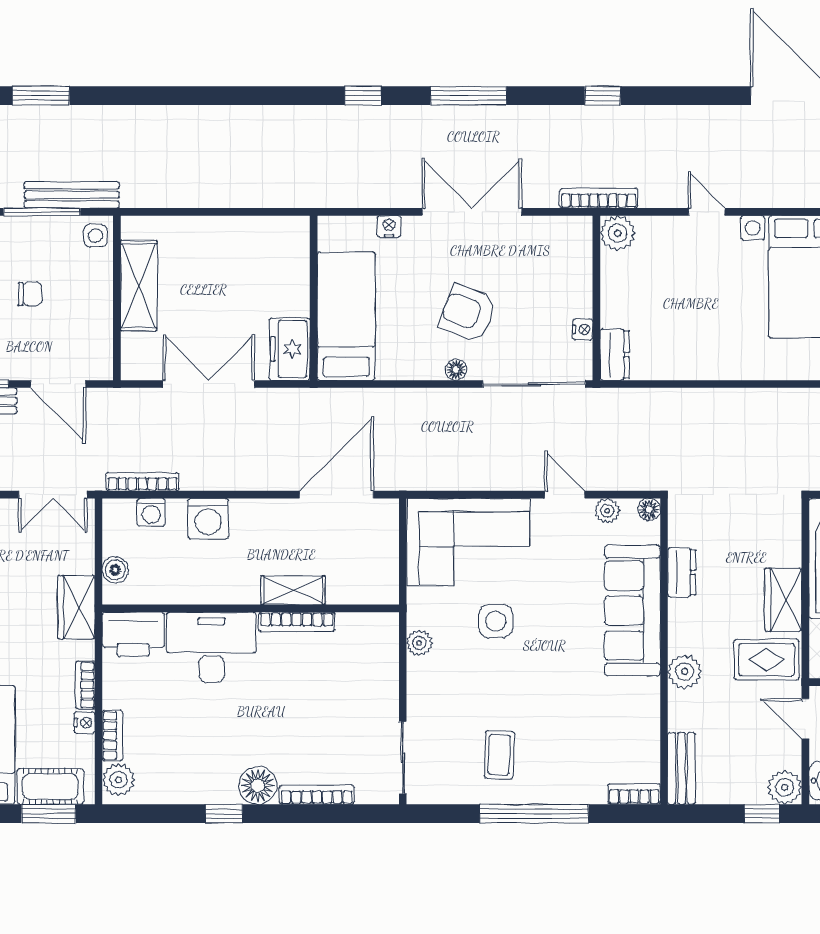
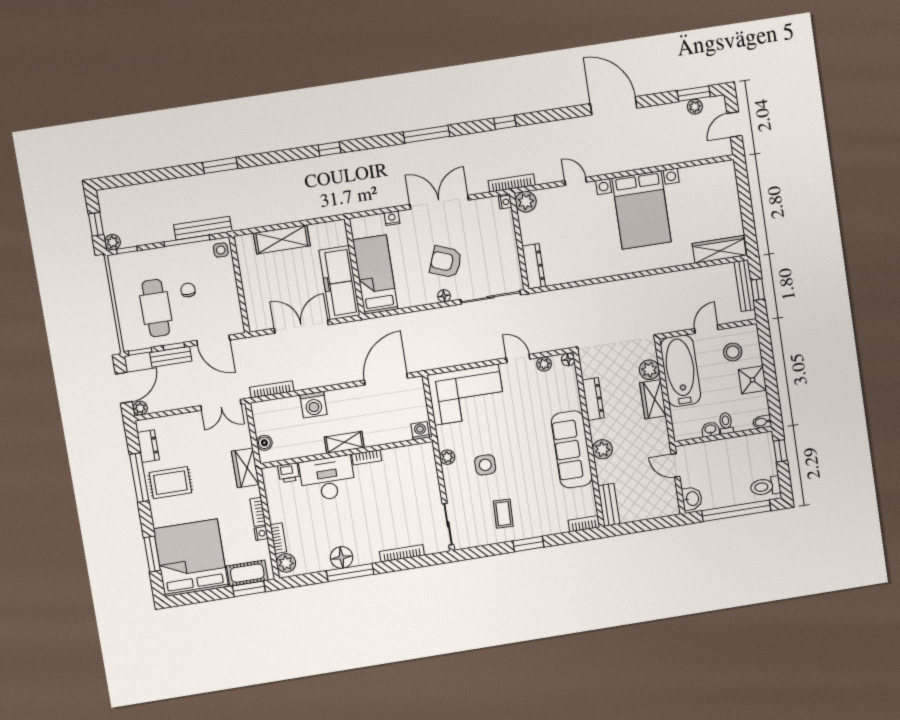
window: (41, 96) -> (220, 165), moved
window: (363, 96) -> (329, 149), moved
shelving: (139, 286) -> (282, 239), moved, turned 90
chair: (30, 294) -> (188, 290), turned -90
nightstand: (583, 329) -> (505, 202), moved
freezer: (290, 349) -> (340, 283), width x1.91, depth x1.26
dresser: (615, 355) -> (534, 266), width x1.44
washing machine: (151, 512) -> (420, 431), moved, turned 180
dresser: (682, 572) -> (593, 399), width x1.44
shelving: (293, 590) -> (344, 442), moved
sofa: (632, 611) -> (572, 449), moved
side table: (496, 621) -> (485, 465), moved
bookcase: (297, 622) -> (367, 457), width x0.64
printer: (133, 634) -> (289, 473), width x0.53, depth x0.68
rug: (767, 660) -> (648, 435), removed
floor lamp: (258, 785) -> (342, 557), moved
plant: (785, 787) -> (649, 370), moved
window: (224, 814) -> (350, 573), width x2.17
window: (534, 814) -> (528, 544), width x0.47
window: (762, 814) -> (659, 523), removed

